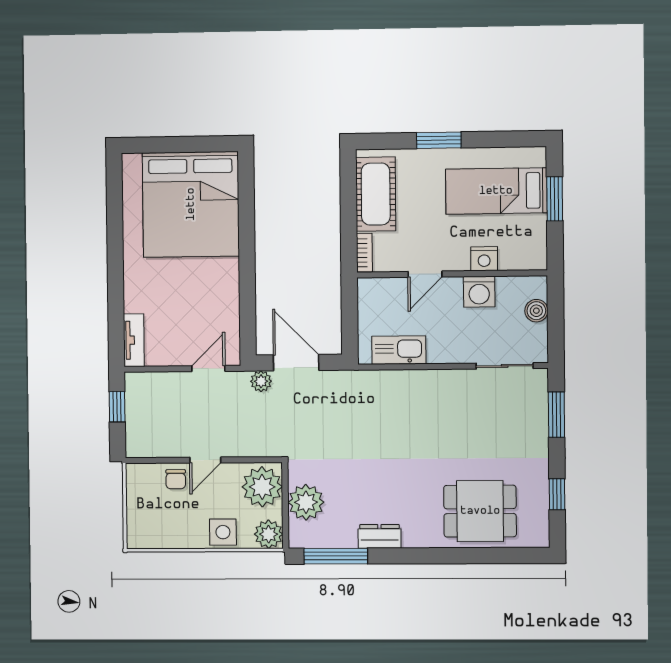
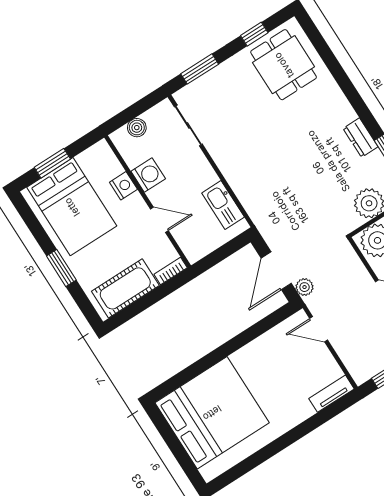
bed: (496, 191) -> (72, 207), width x1.50
dining table: (480, 511) -> (284, 65), moved

